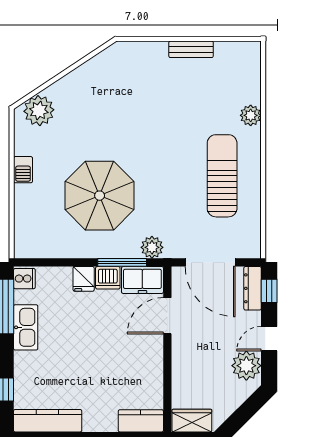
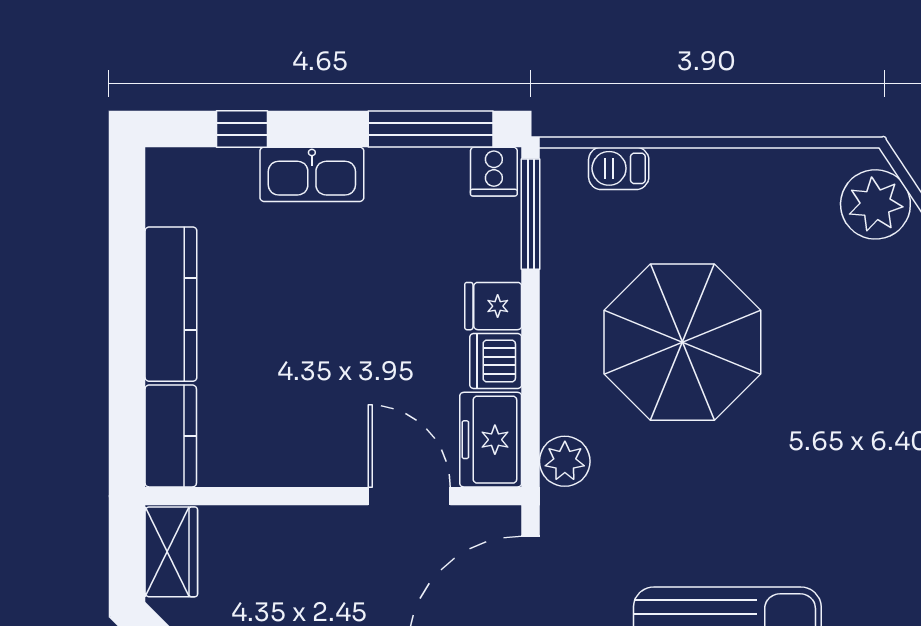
barbecue: (23, 170) -> (619, 168), moved
window: (122, 262) -> (531, 214), moved
kitchen sink: (26, 327) -> (312, 174), moved
kitchen counter: (48, 421) -> (171, 304), moved

